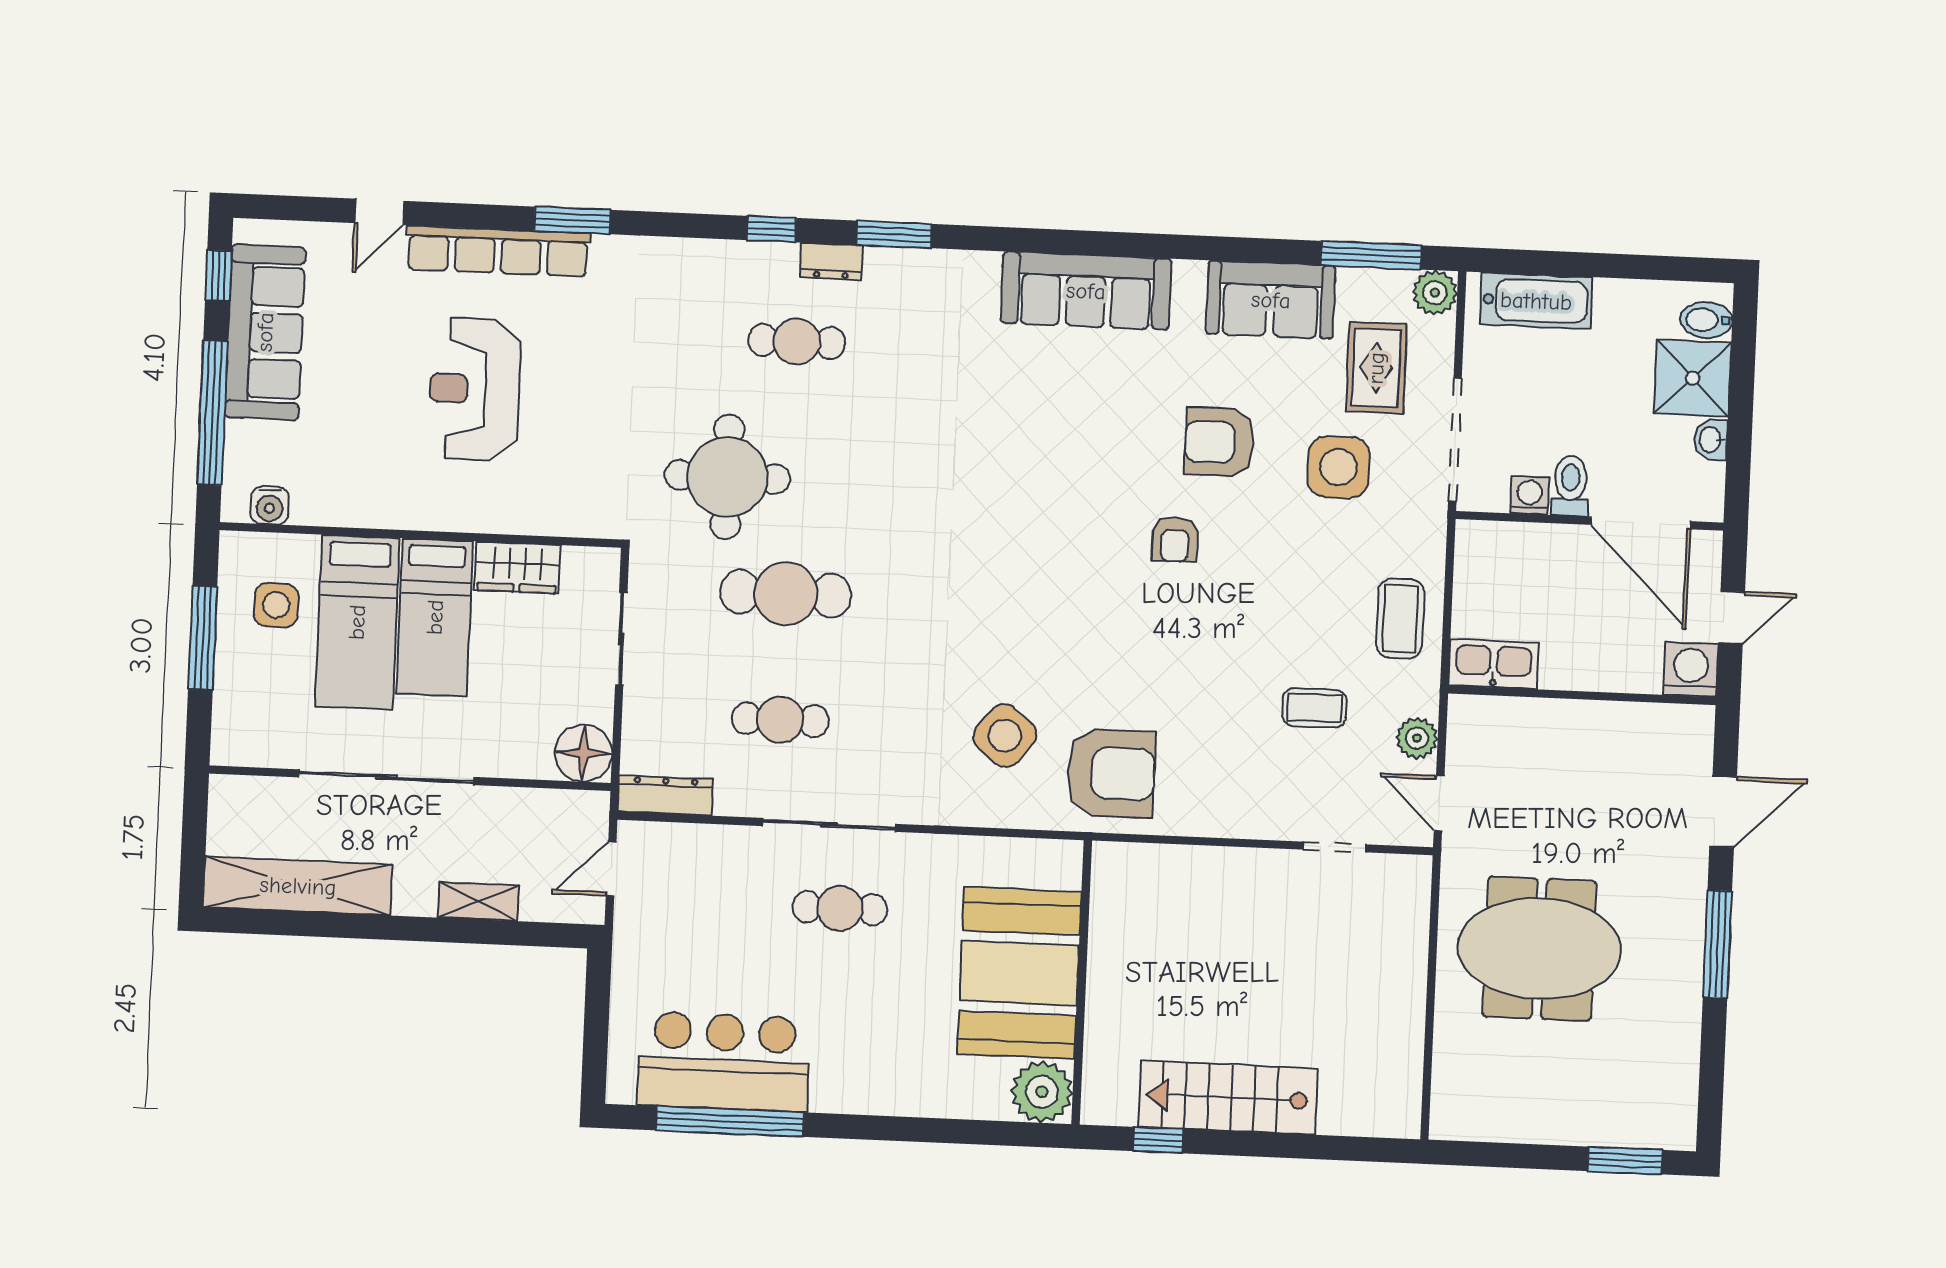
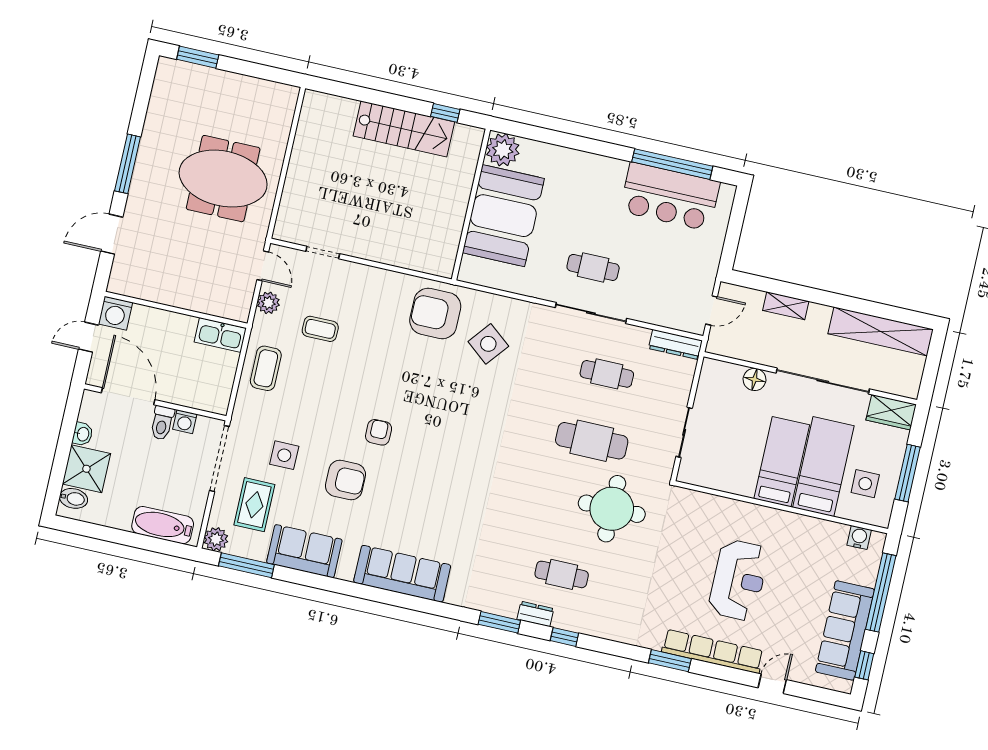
side table: (1338, 467) -> (284, 455), width x0.73, depth x0.73
wardrobe: (517, 568) -> (891, 412), moved, turned 180
floor lamp: (584, 753) -> (755, 379), moved, width x0.73, depth x0.73

